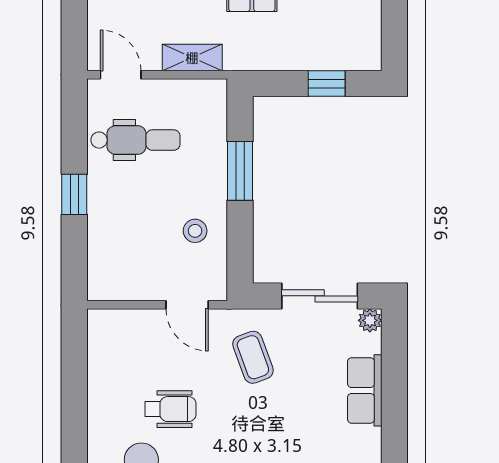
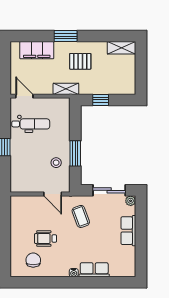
shelving: (192, 58) -> (66, 89), moved
window: (327, 84) -> (101, 100), moved
window: (240, 171) -> (75, 153), moved
wheelchair: (170, 409) -> (46, 239), turned 180

